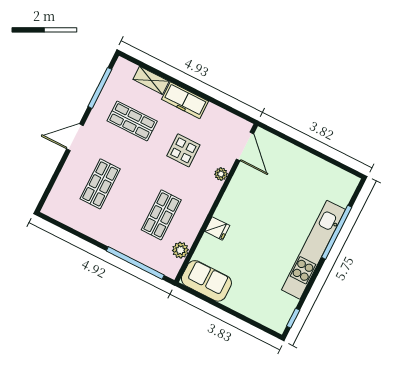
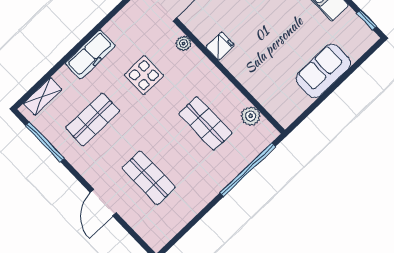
shelving: (151, 80) -> (43, 96), moved
door: (75, 137) -> (103, 203), moved
fridge: (217, 228) -> (220, 46), moved
sofa: (206, 281) -> (323, 71), moved

